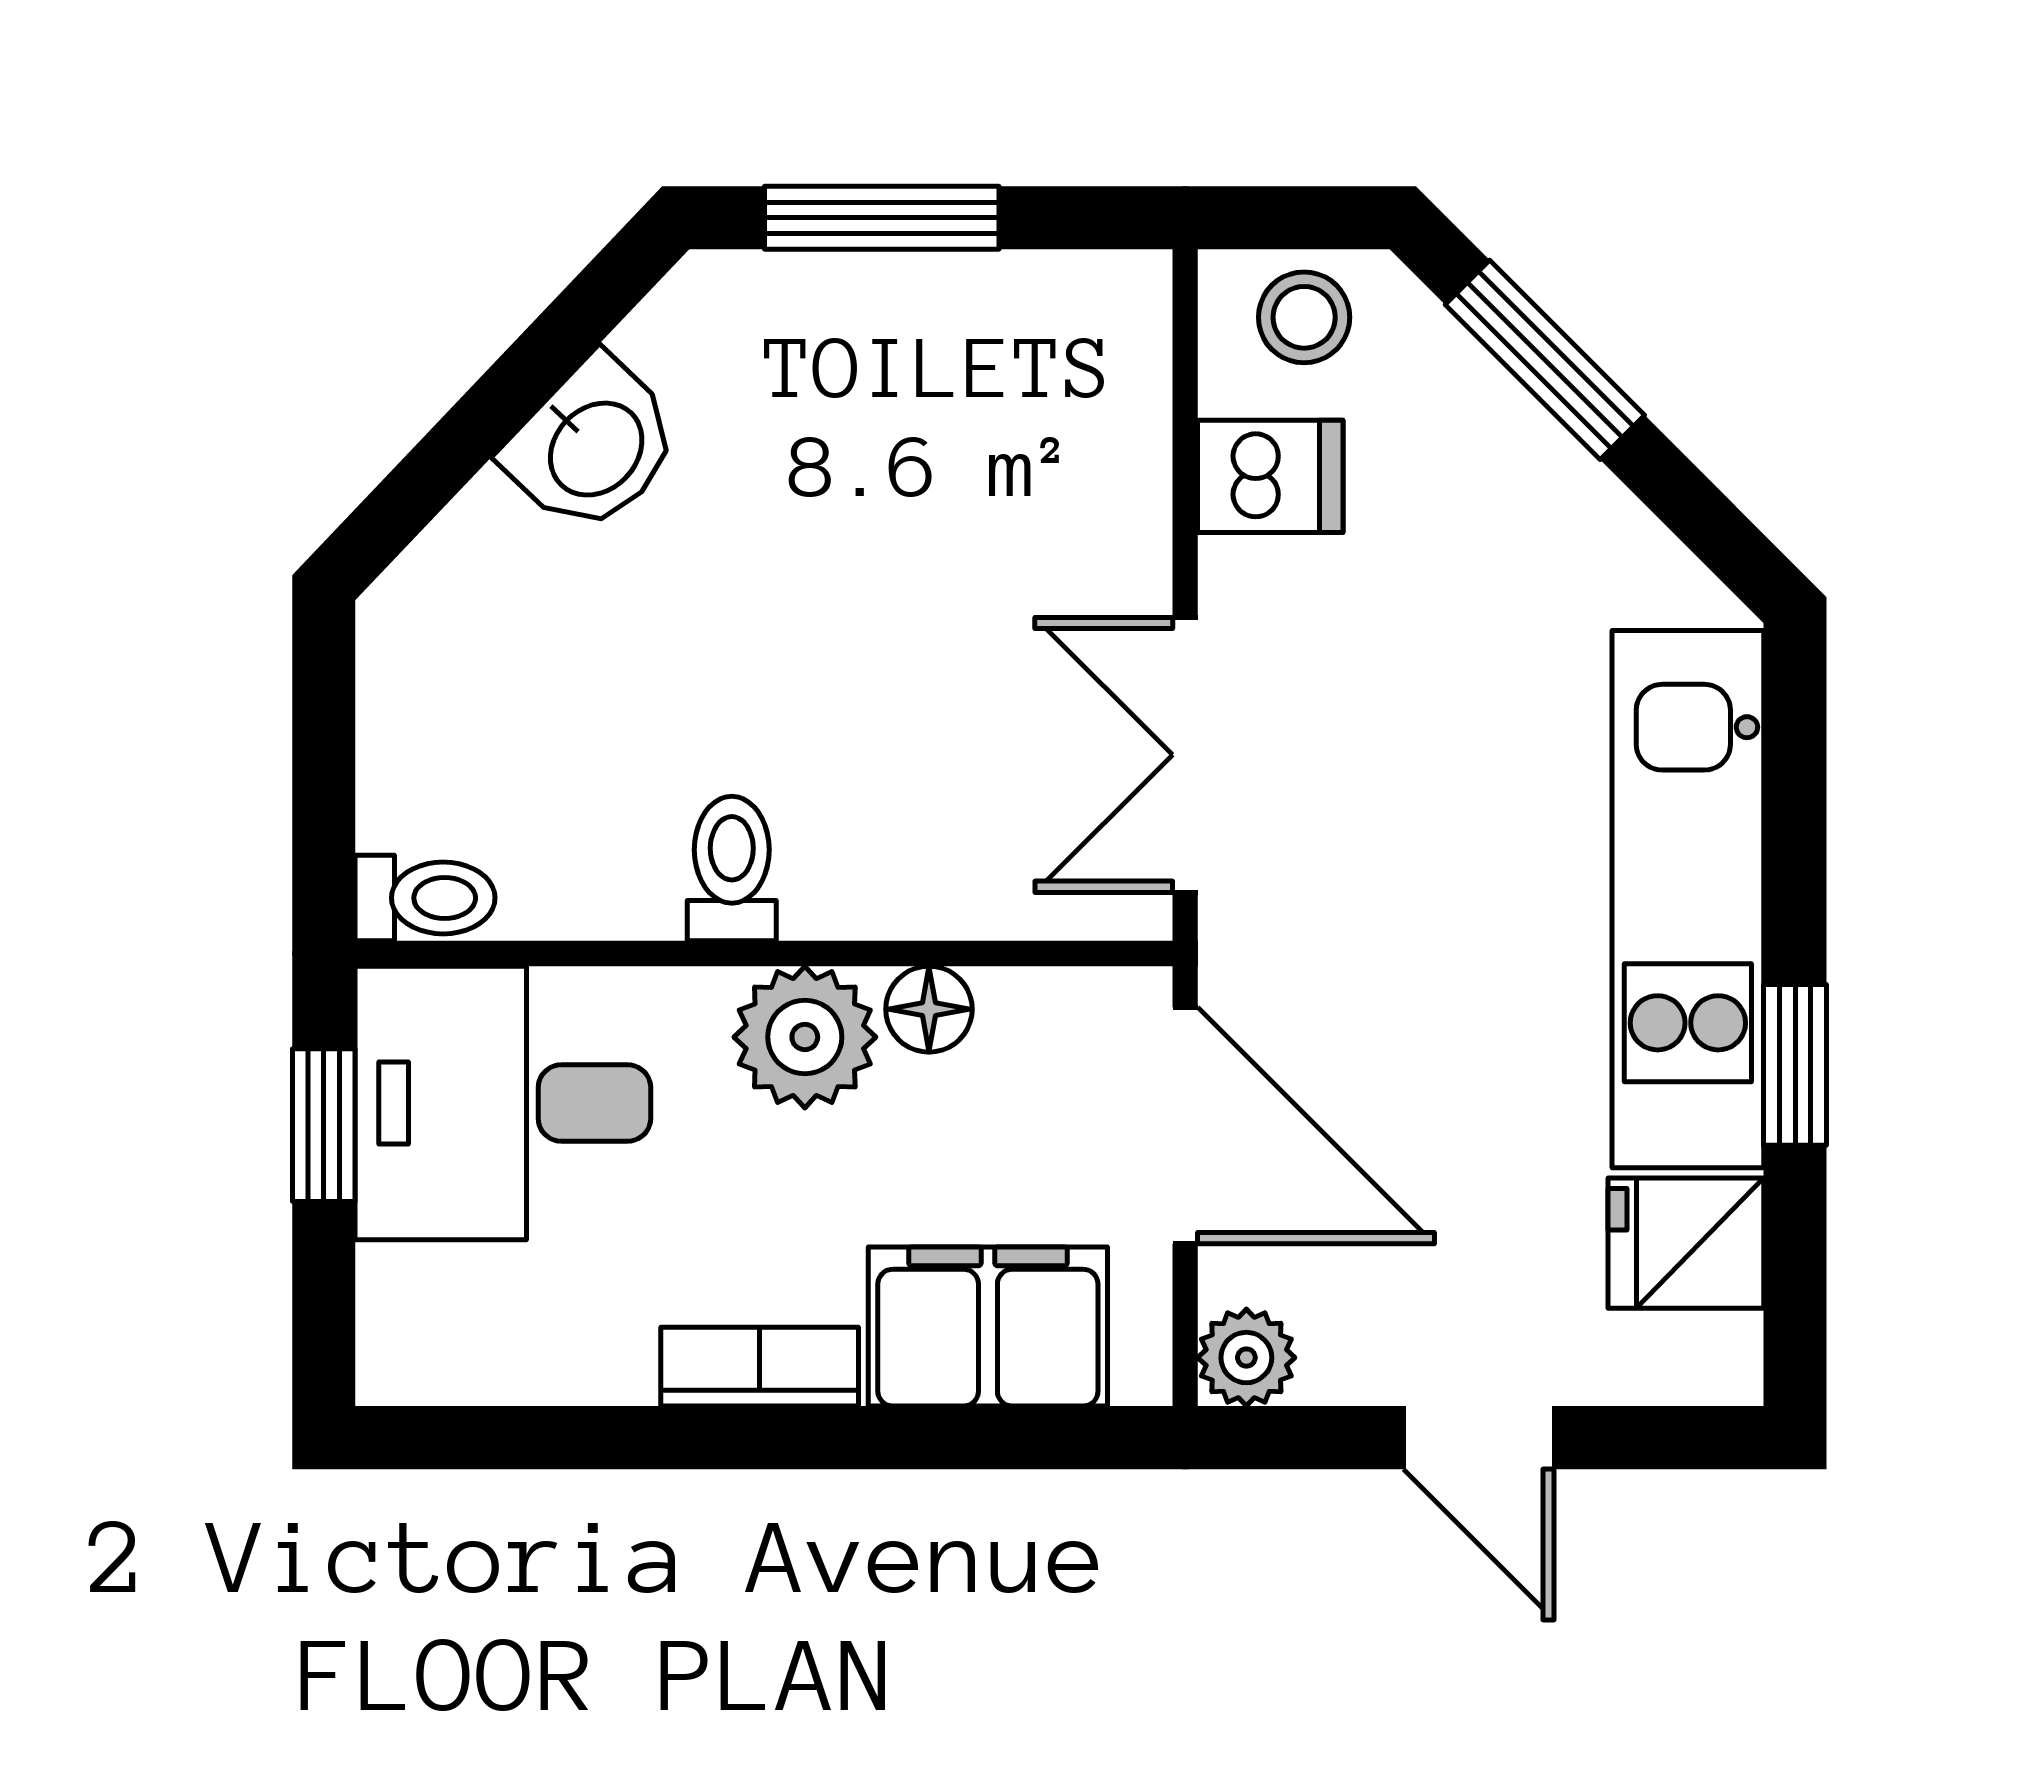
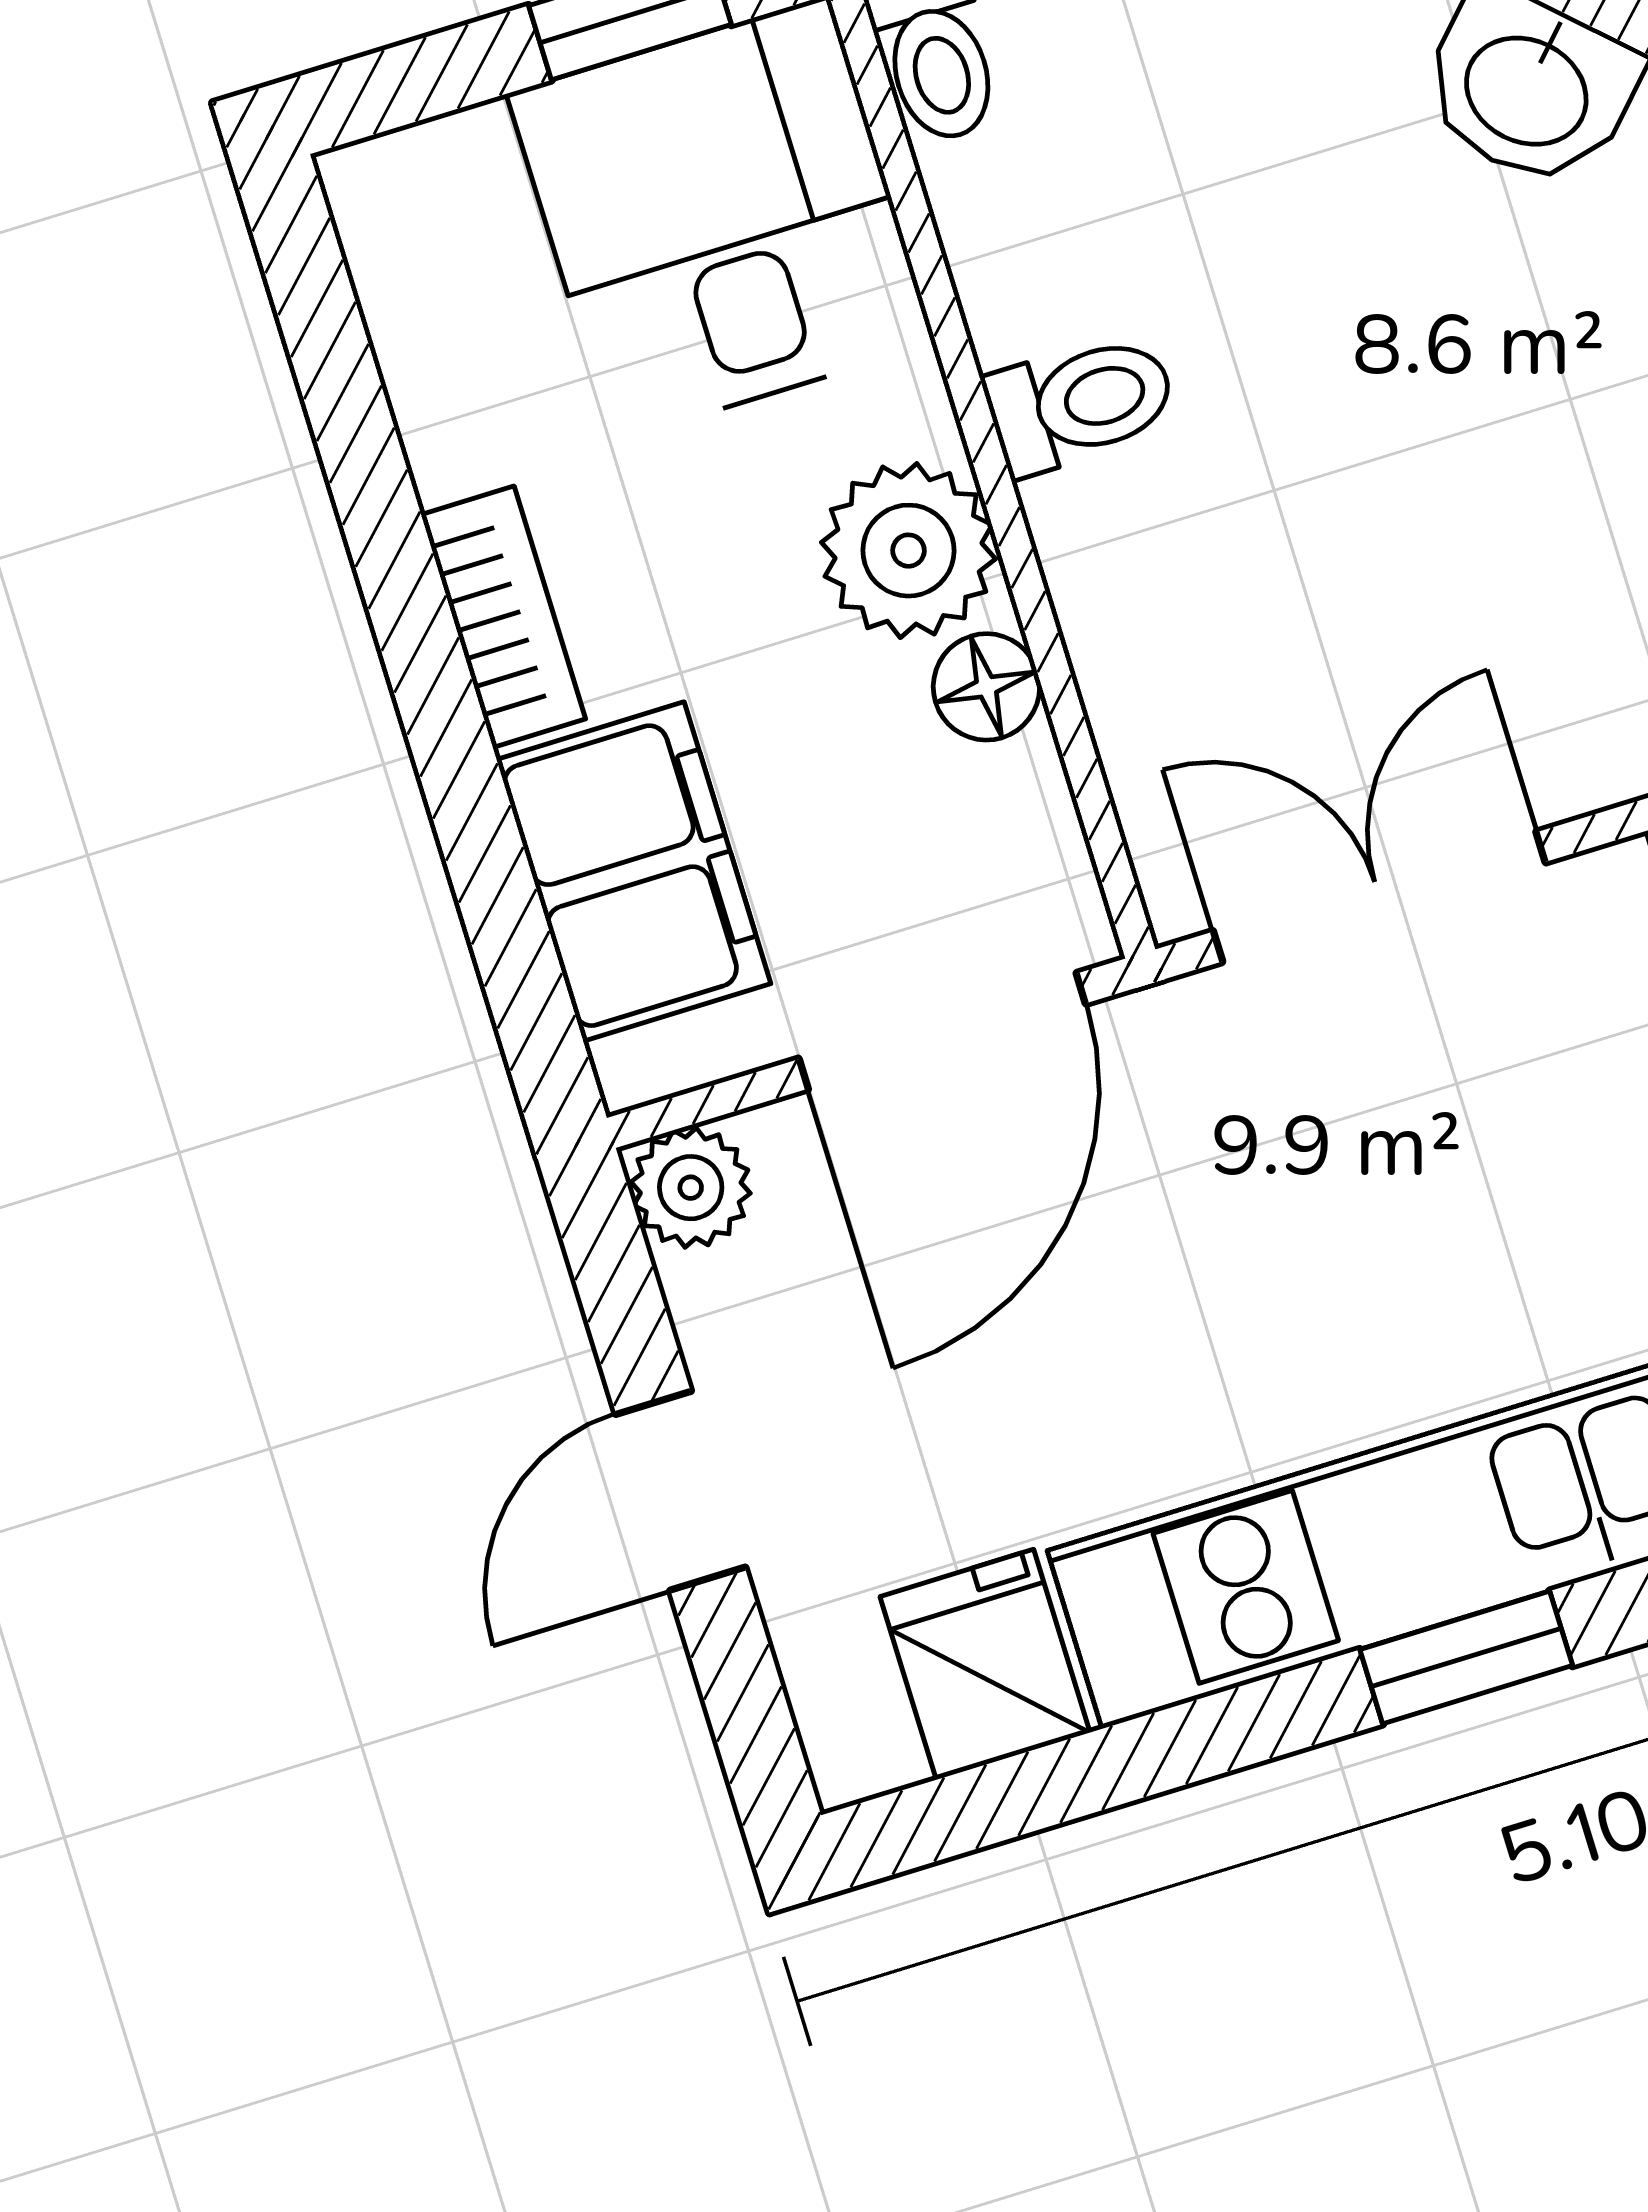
window: (1795, 1065) -> (1466, 1658), moved

